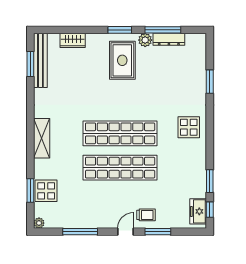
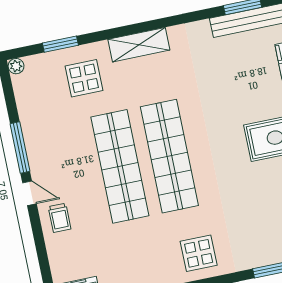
display table: (46, 191) -> (84, 78), moved
window: (80, 232) -> (20, 148), moved
window: (158, 232) -> (39, 240), removed

